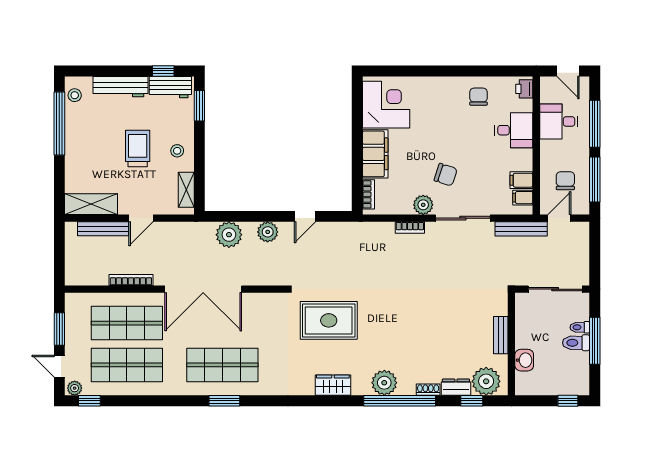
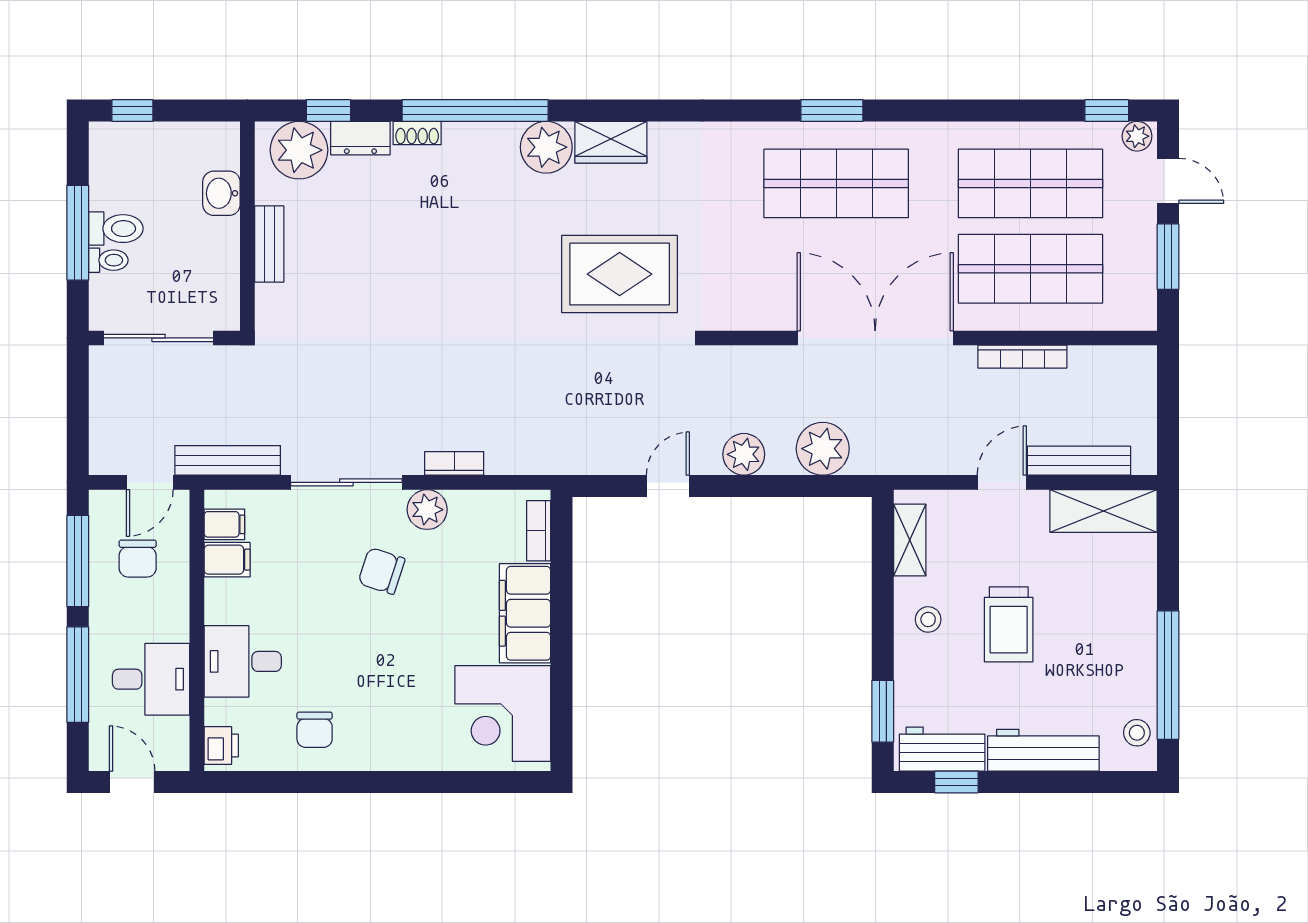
plant: (384, 383) -> (546, 147), moved

